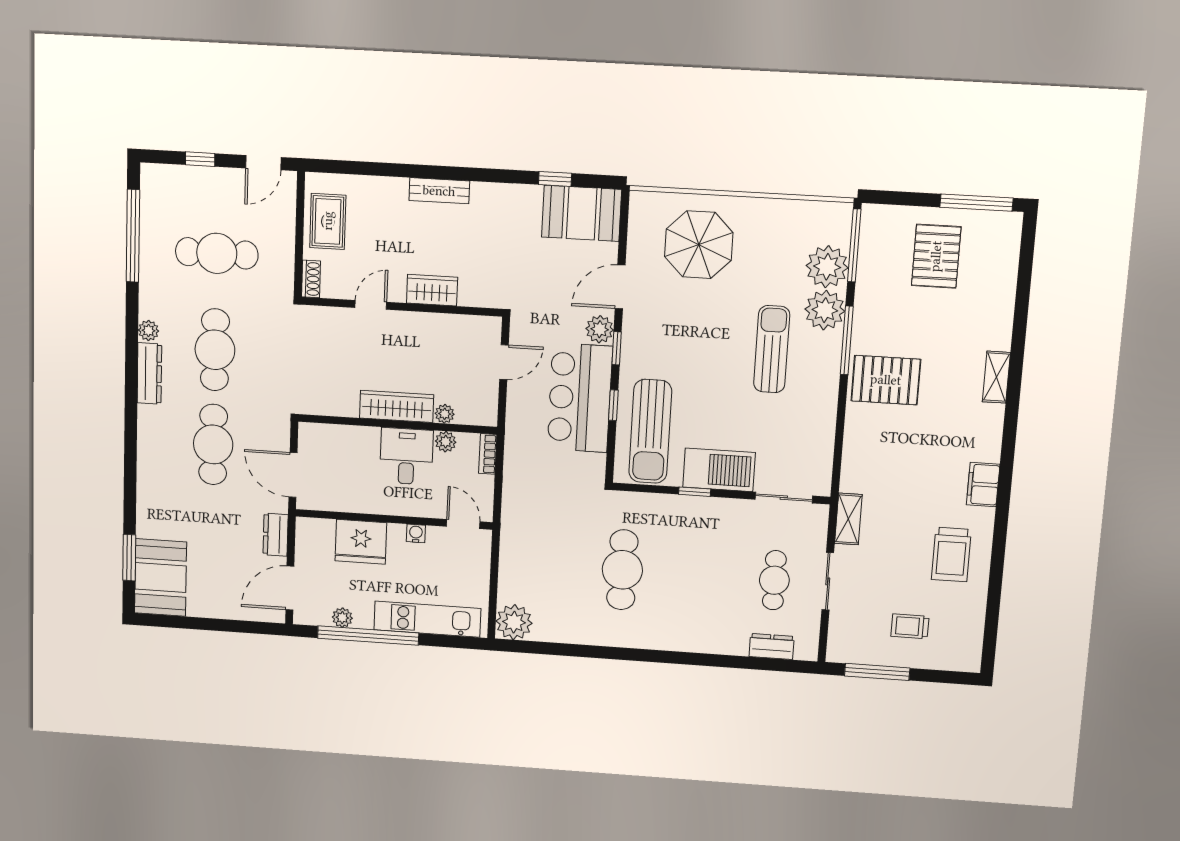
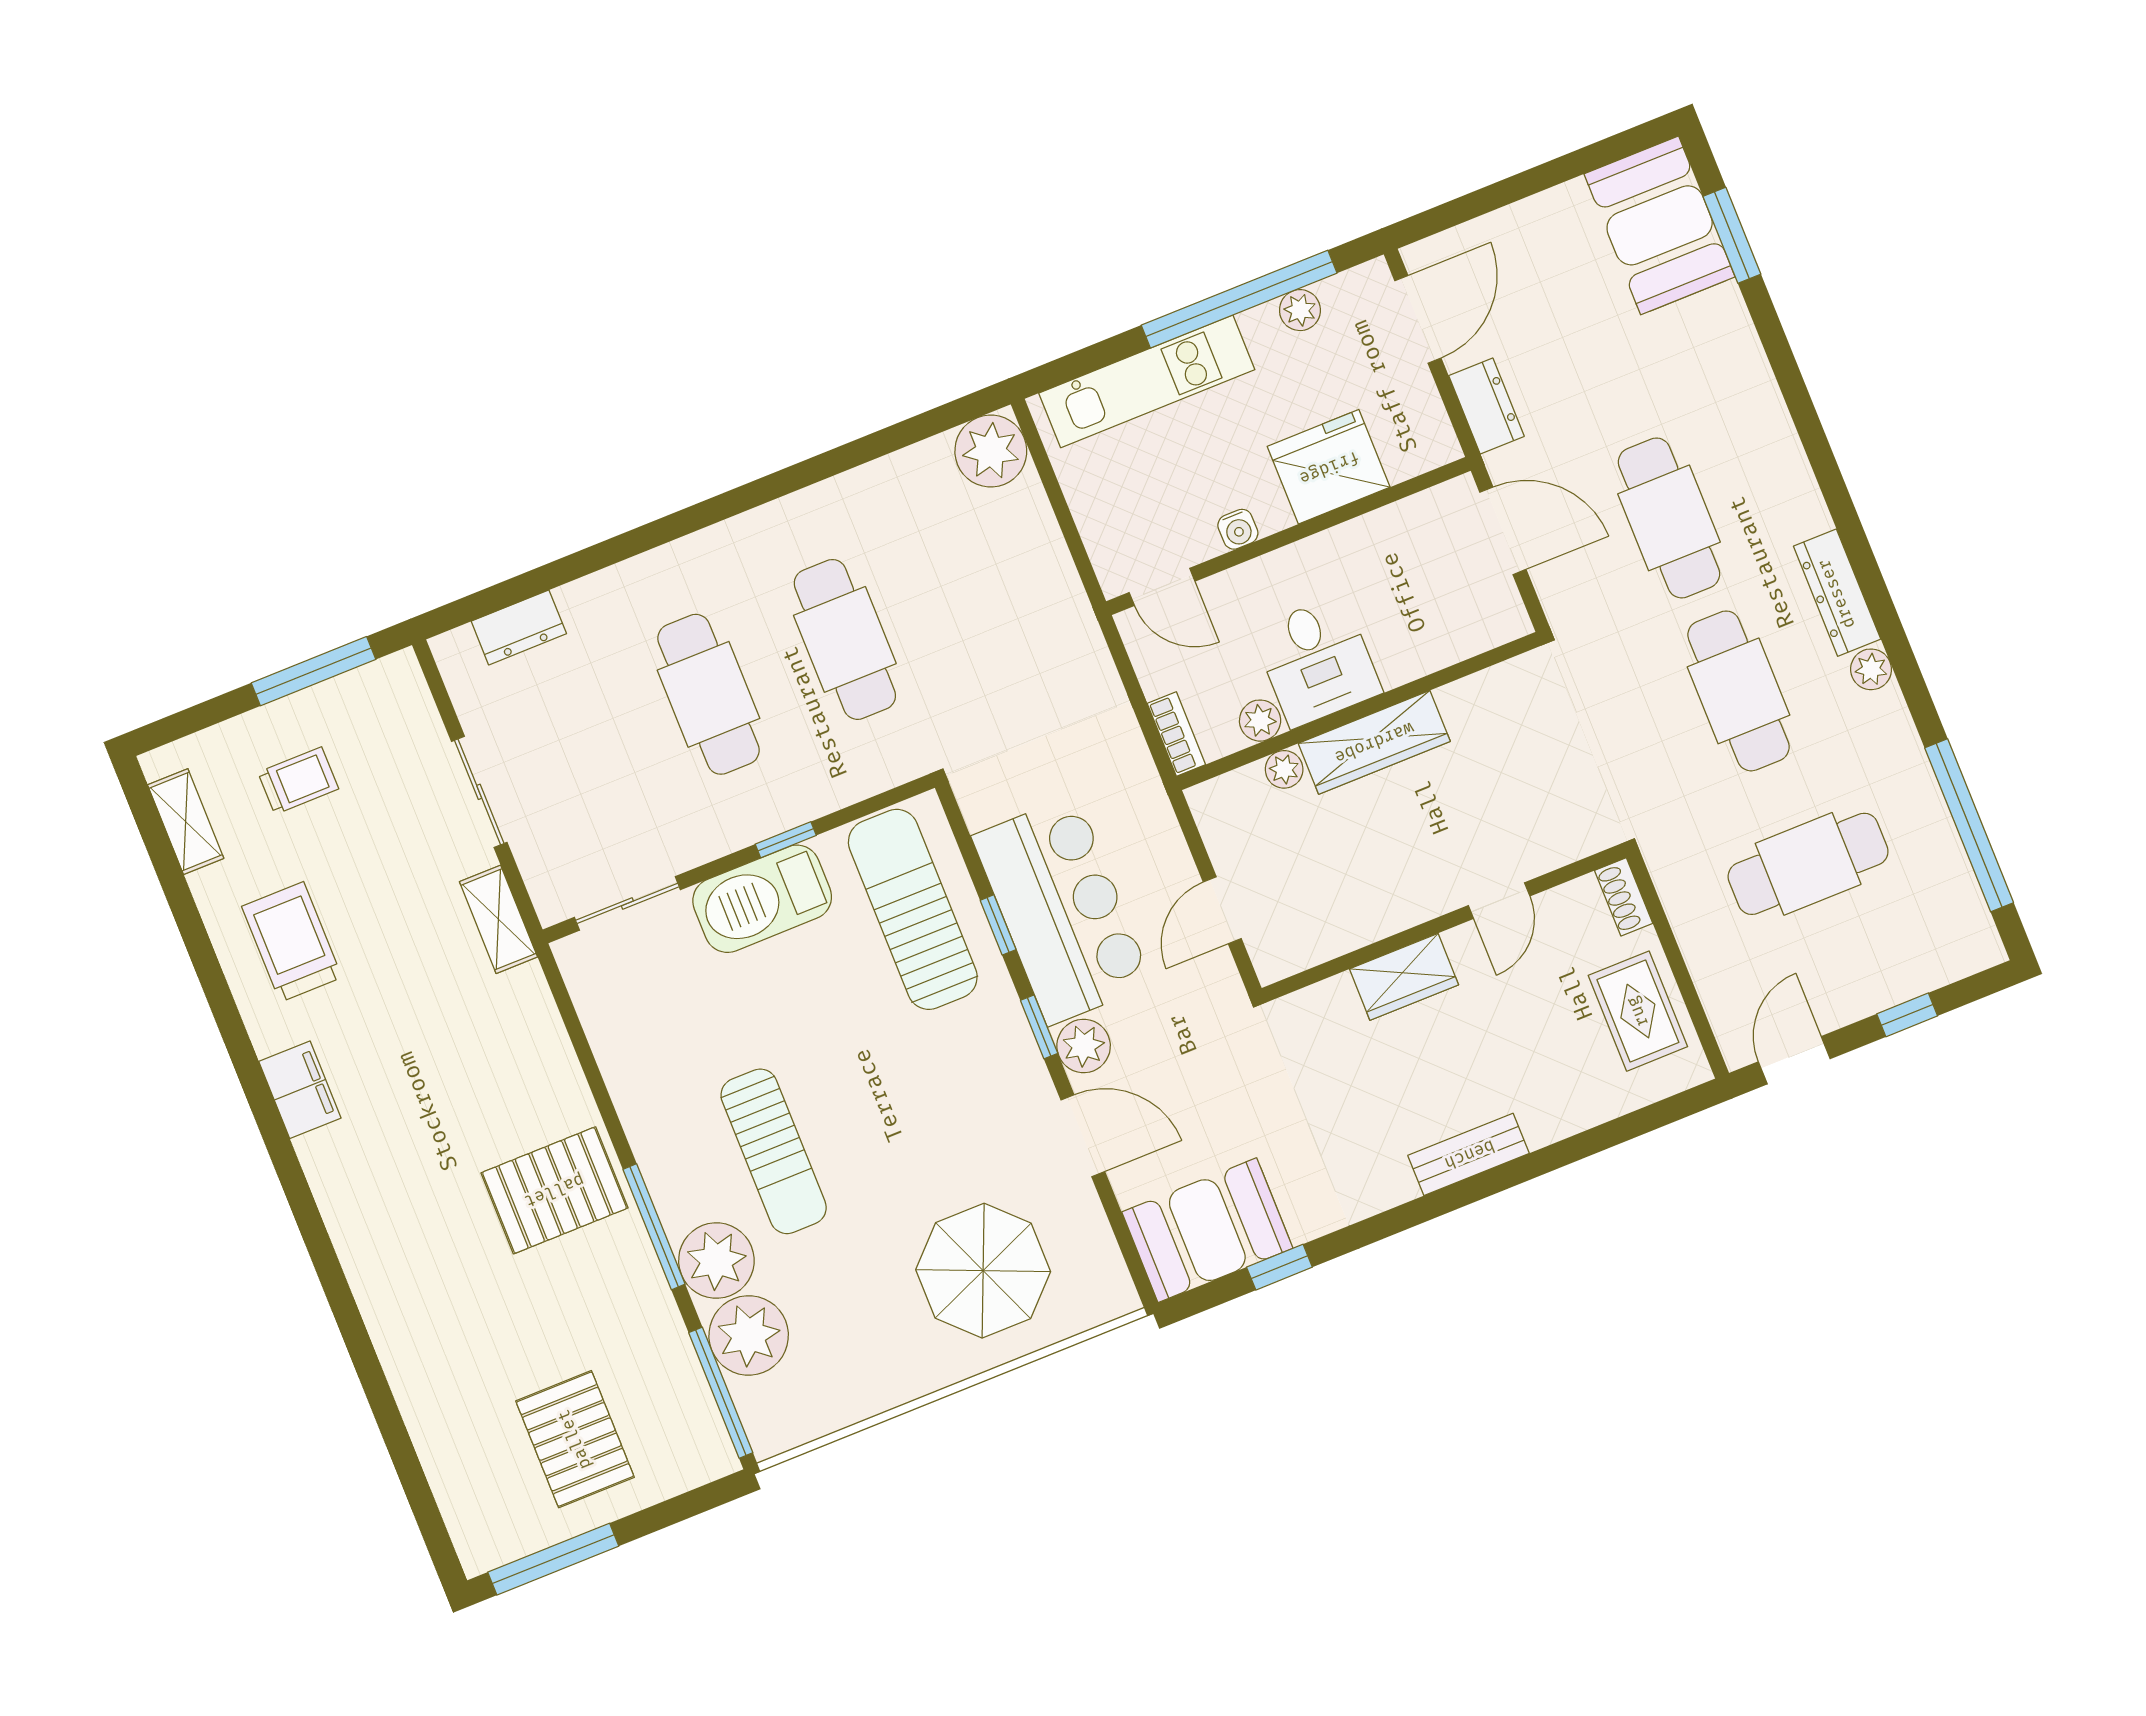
door: (620, 287) -> (1083, 1136), hinge flipped
shelving: (996, 377) -> (186, 822), moved
cafe table: (774, 580) -> (708, 694), moved, width x1.37, depth x1.35

